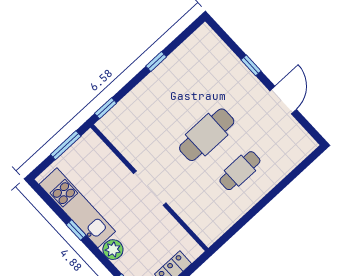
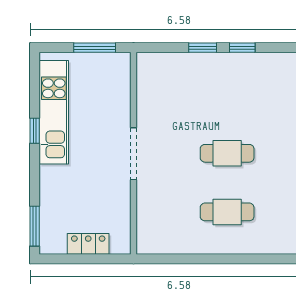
window: (106, 108) -> (203, 48), moved
cafe table: (207, 135) -> (227, 153), width x0.73, depth x0.74
plant: (113, 250) -> (51, 178), removed

